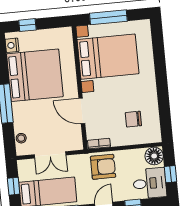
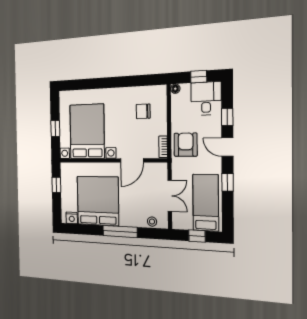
window: (108, 17) -> (55, 129), width x0.46
window: (27, 25) -> (56, 185), moved
chair: (133, 119) -> (143, 111), turned 90
floor lamp: (154, 156) -> (175, 89), width x0.53, depth x0.53

